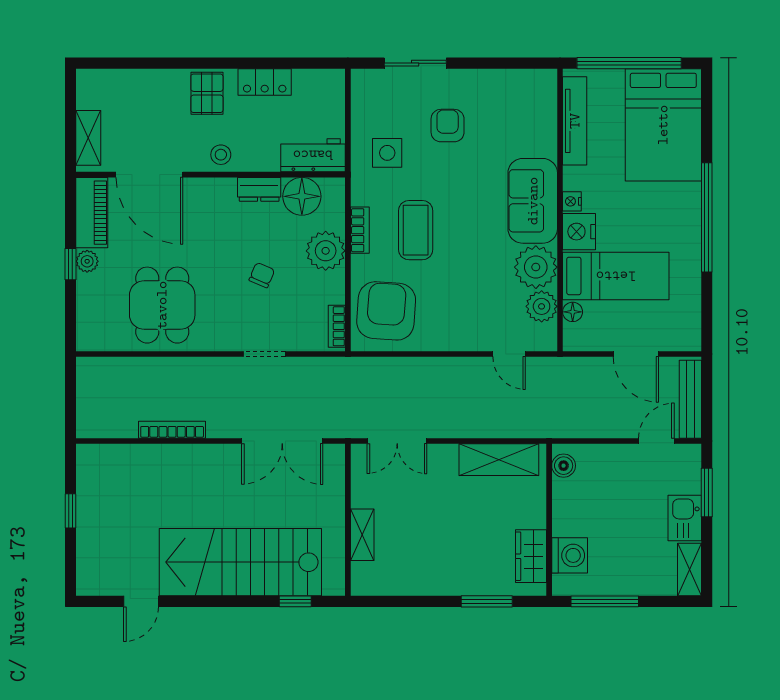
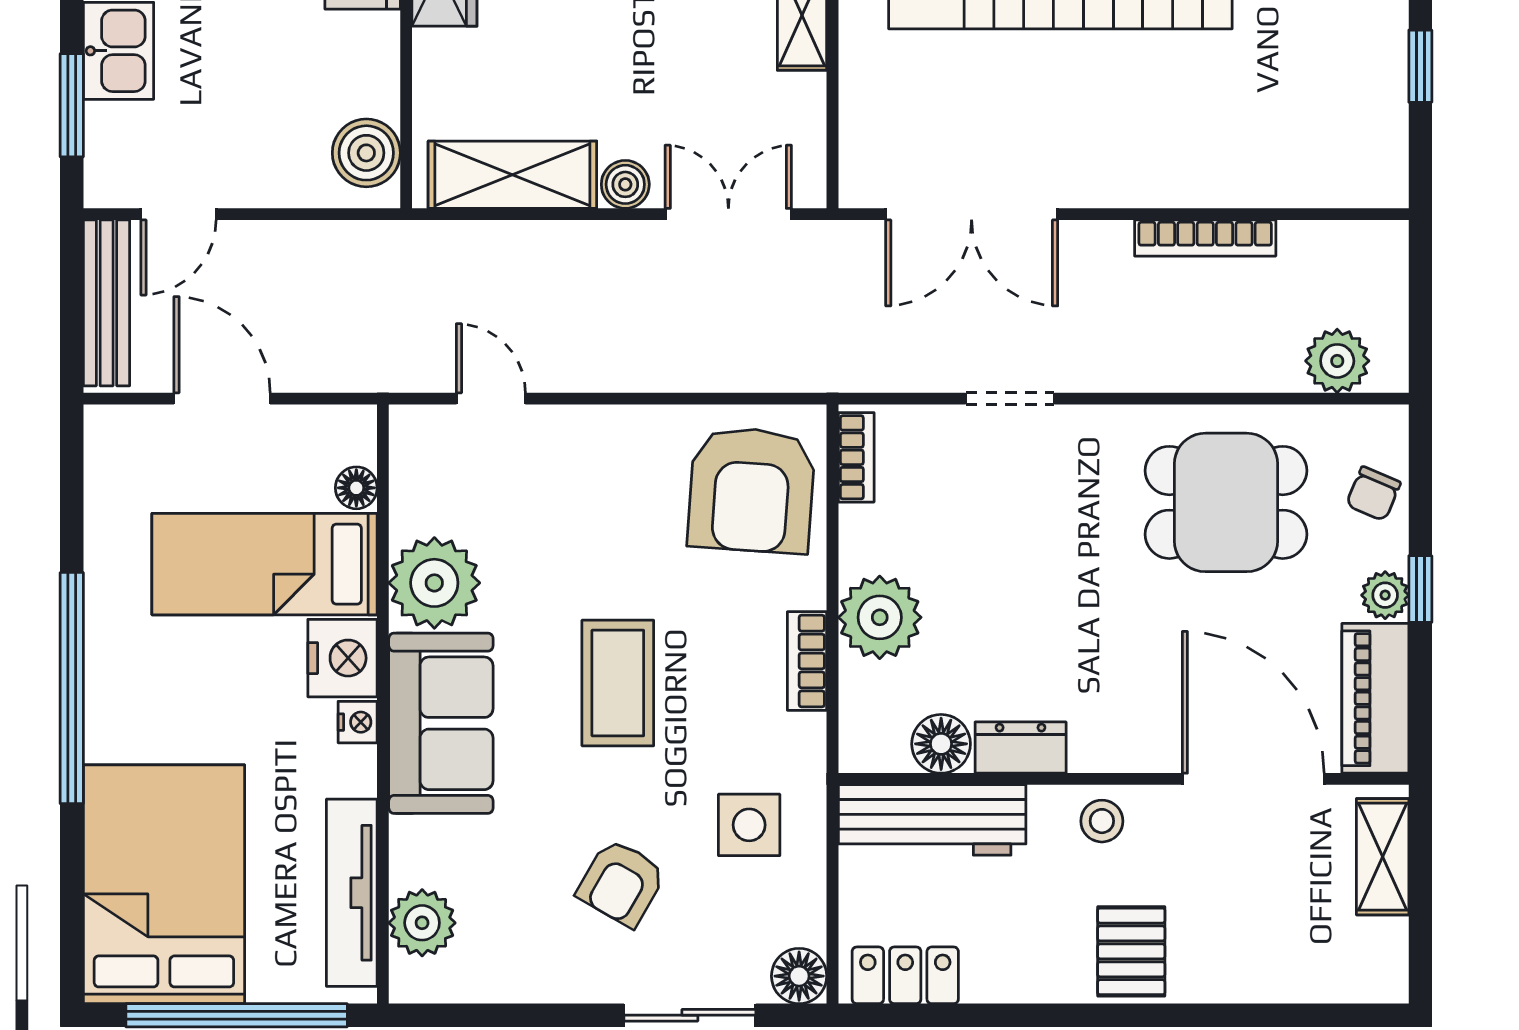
locker: (265, 82) -> (905, 975), moved
floor lamp: (364, 82) -> (799, 976), added
armchair: (448, 126) -> (621, 883), turned 30
workbench: (313, 155) -> (932, 820), width x1.38
floor lamp: (302, 196) -> (941, 744), width x0.73, depth x0.73
coffee table: (416, 230) -> (618, 683), moved
chair: (262, 275) -> (1373, 494), moved
dining table: (162, 305) -> (1226, 502), turned 90
plant: (542, 306) -> (422, 923), moved
plant: (110, 372) -> (1337, 361), added
double door: (282, 441) -> (972, 214), swing flipped
boiler: (446, 455) -> (625, 184), added
boiler: (564, 466) -> (366, 153), width x1.36, depth x1.36

